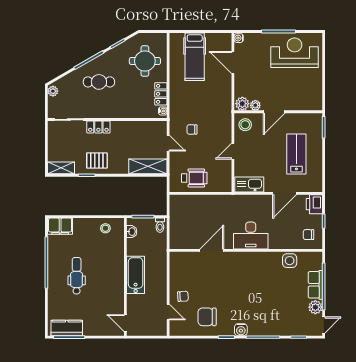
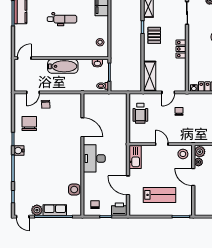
locker: (98, 127) -> (181, 49), moved

